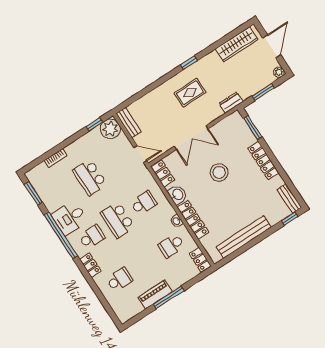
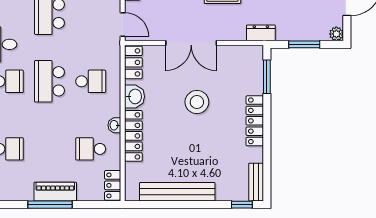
piano: (155, 295) -> (55, 192), moved

